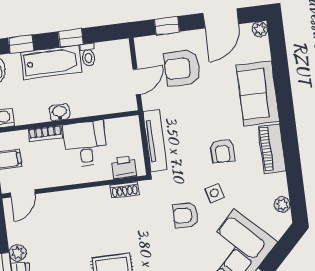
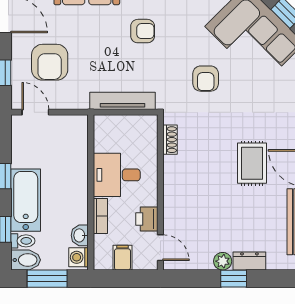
toilet: (88, 55) -> (23, 241), moved
door: (137, 82) -> (35, 112), moved
washbasin: (60, 112) -> (80, 235), moved
printer: (124, 168) -> (147, 219), moved
side table: (214, 193) -> (186, 45), removed

